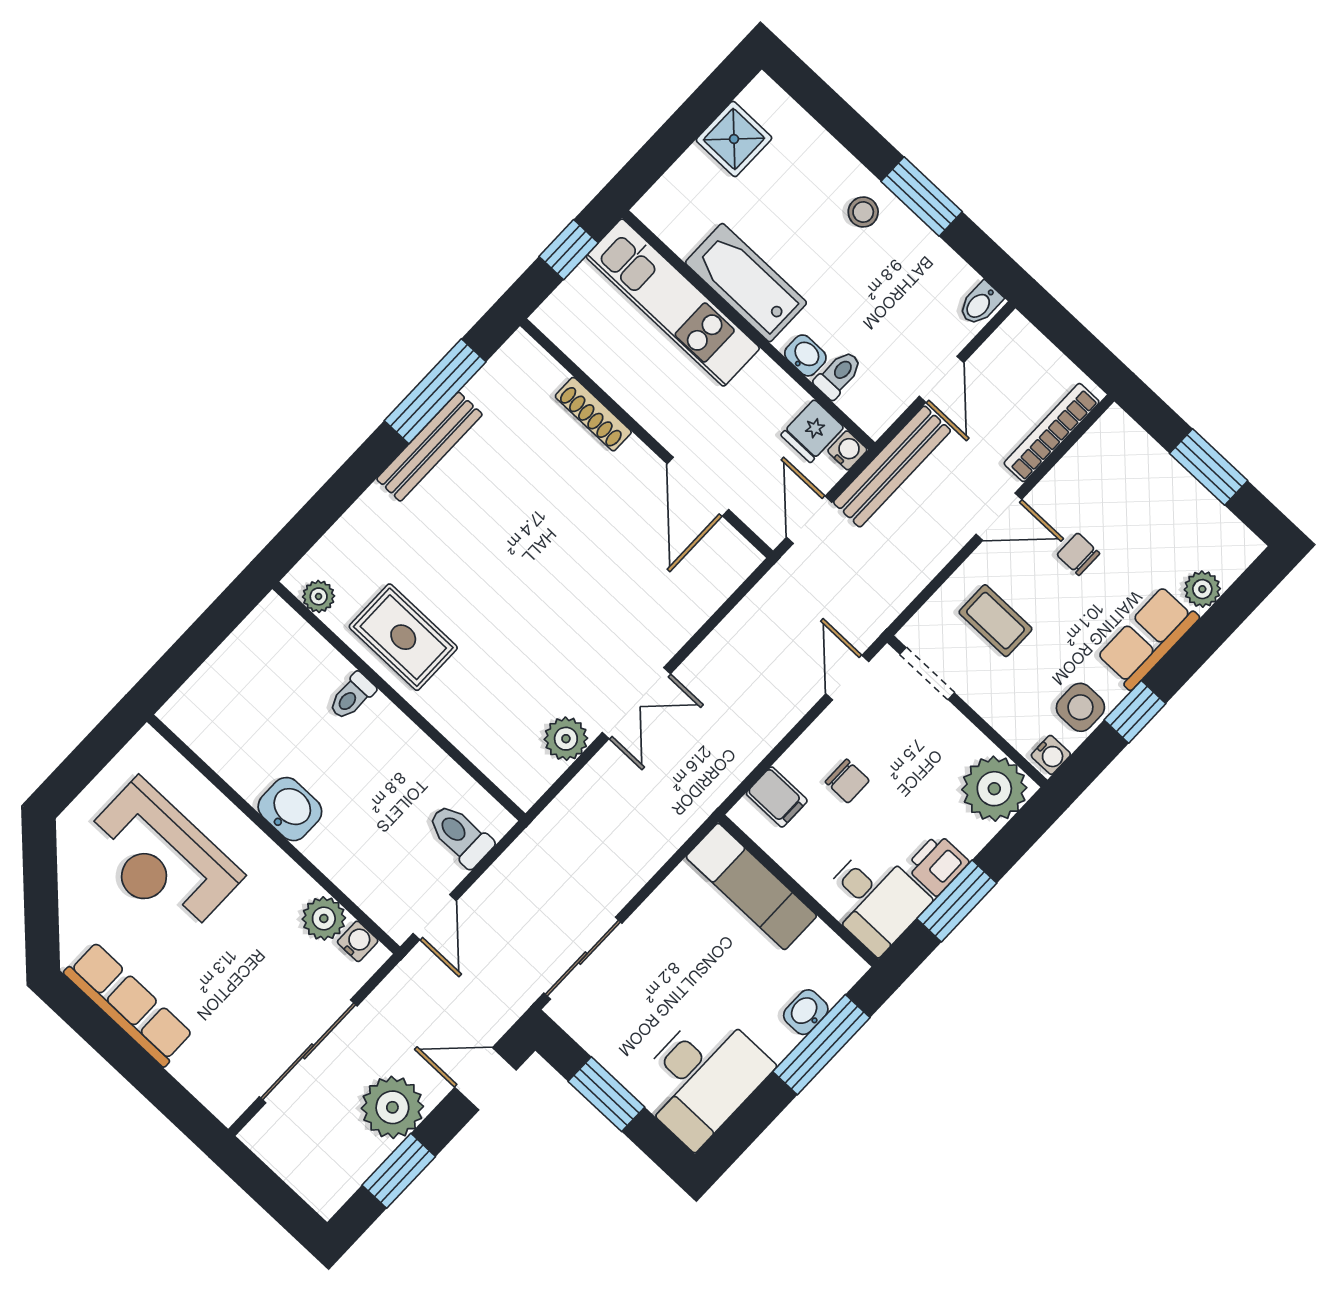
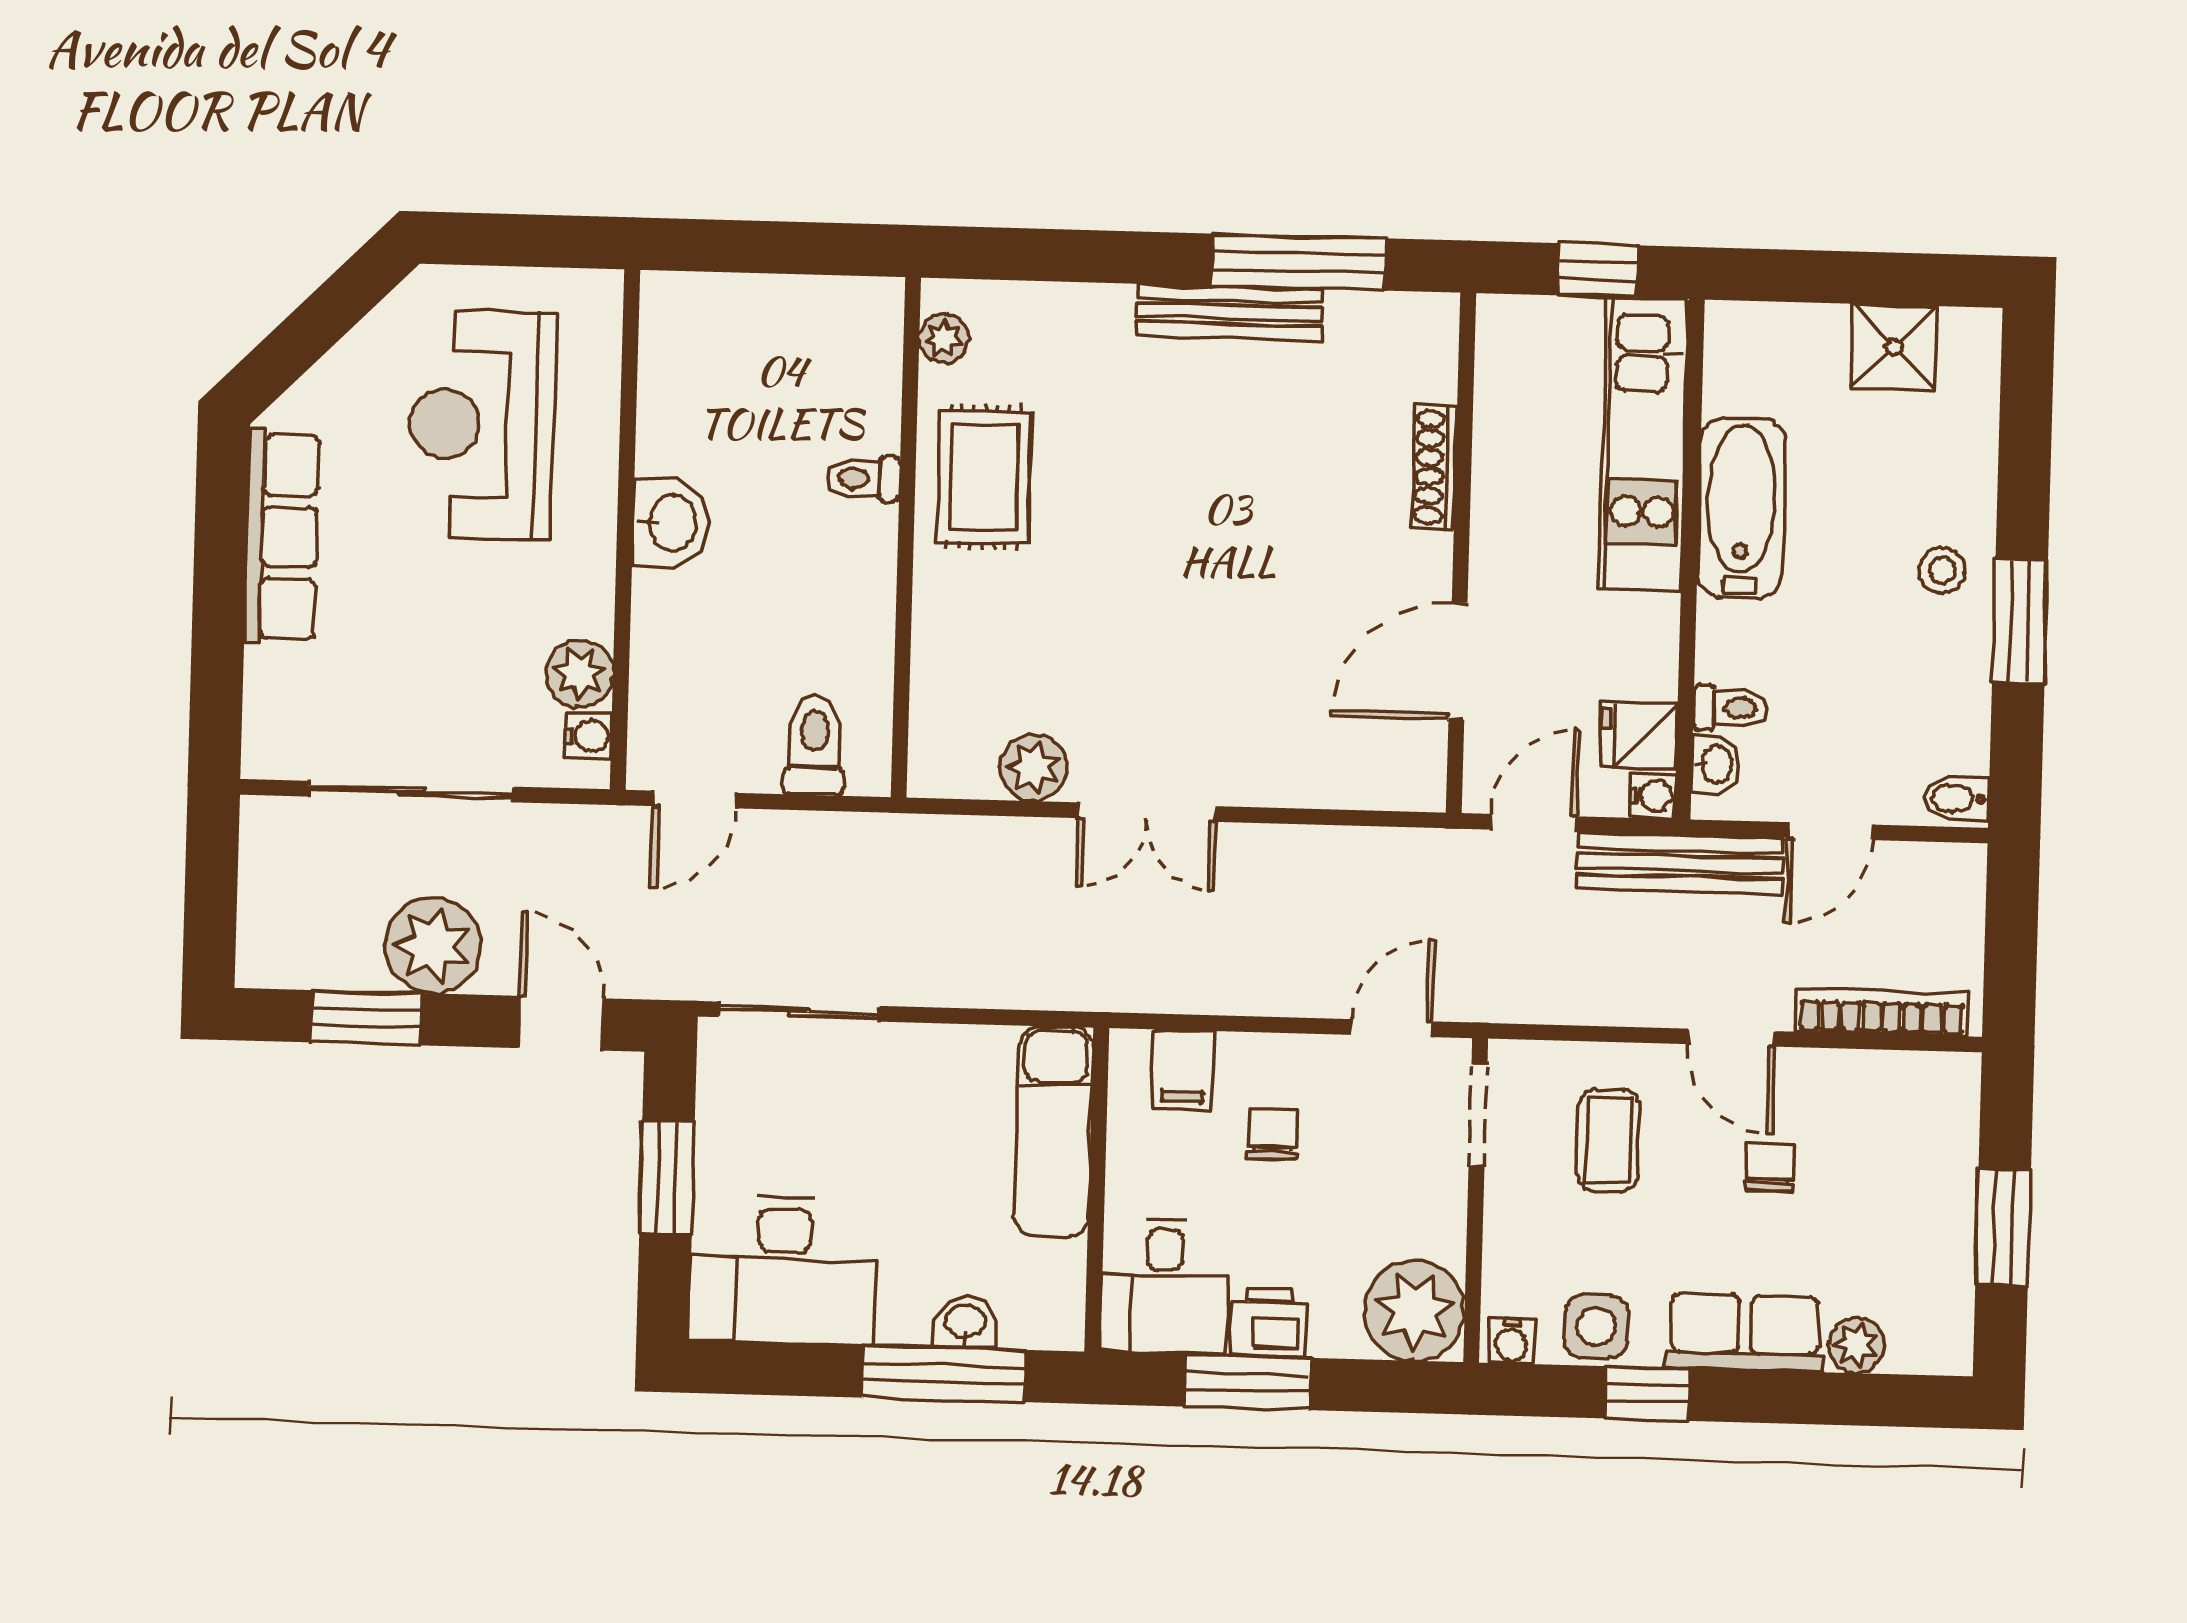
washbasin: (805, 355) -> (1715, 765), moved
chair: (847, 781) -> (1273, 1134), turned 180

